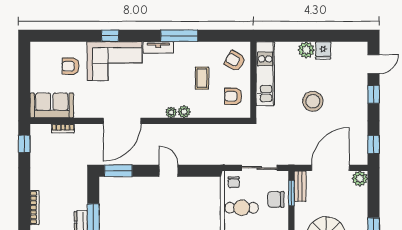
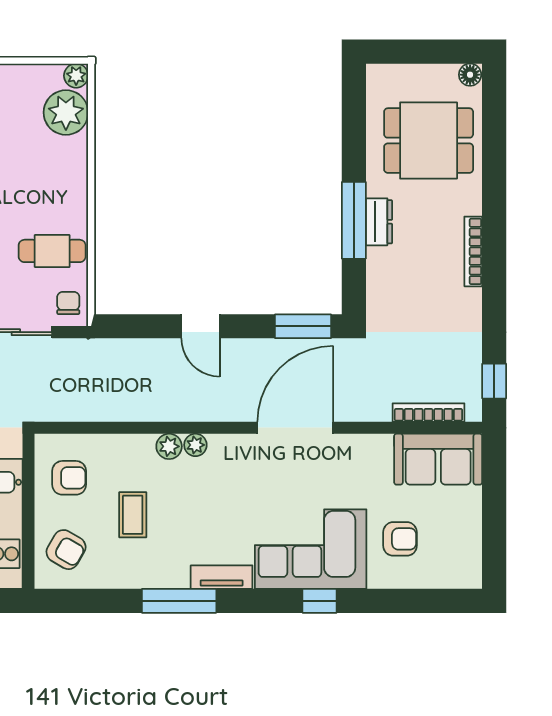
bookcase: (63, 128) -> (428, 413), width x1.56

